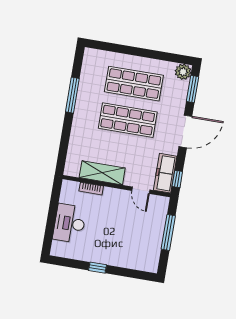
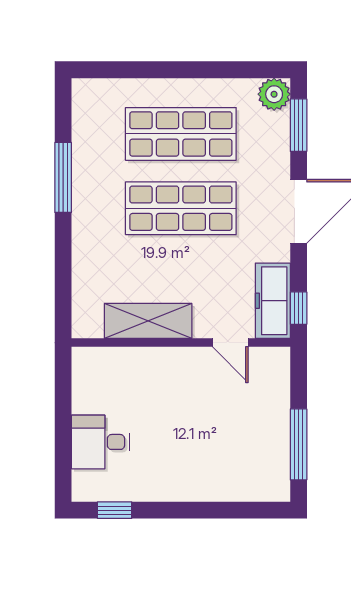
bookcase: (91, 189) -> (131, 356), removed
desk: (70, 223) -> (100, 442), width x0.73
window: (168, 232) -> (299, 444), moved
window: (97, 268) -> (115, 510), moved

